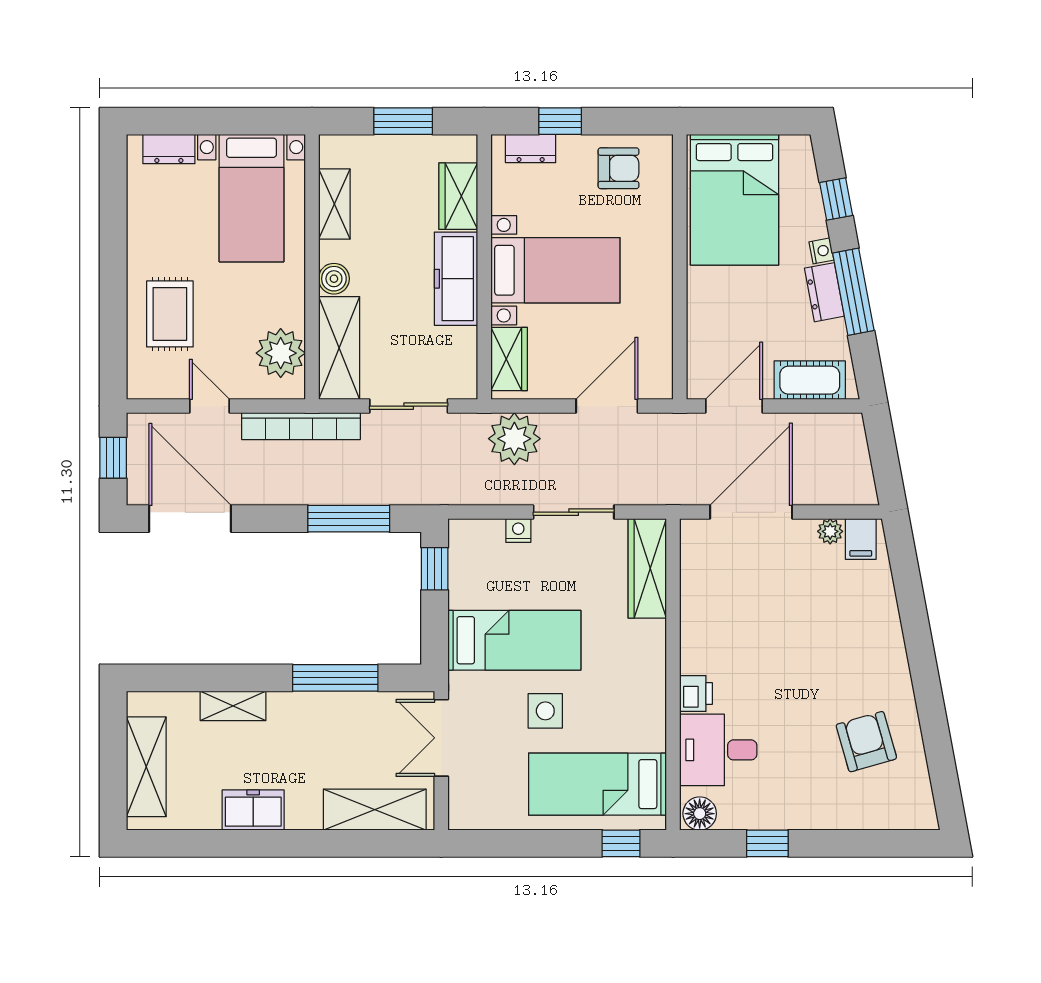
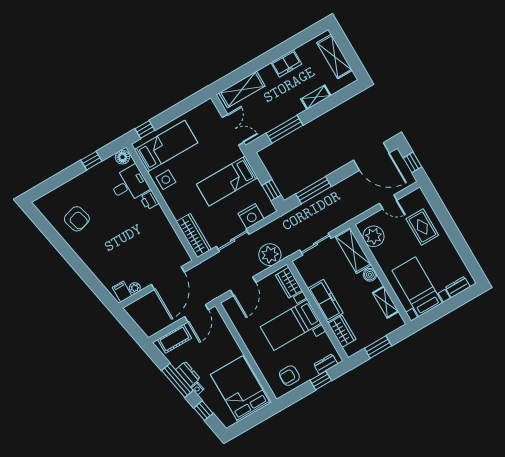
bookcase: (301, 426) -> (351, 214), removed
nightstand: (518, 531) -> (251, 216), width x1.89, depth x1.79
side table: (545, 711) -> (166, 180), moved

